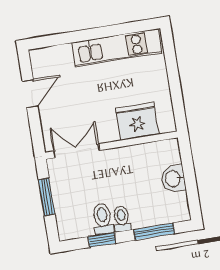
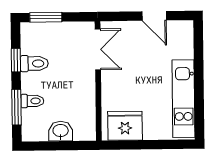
fridge: (137, 121) -> (125, 126), moved, turned -90
window: (47, 197) -> (46, 17), moved
toilet: (122, 219) -> (32, 101), moved

